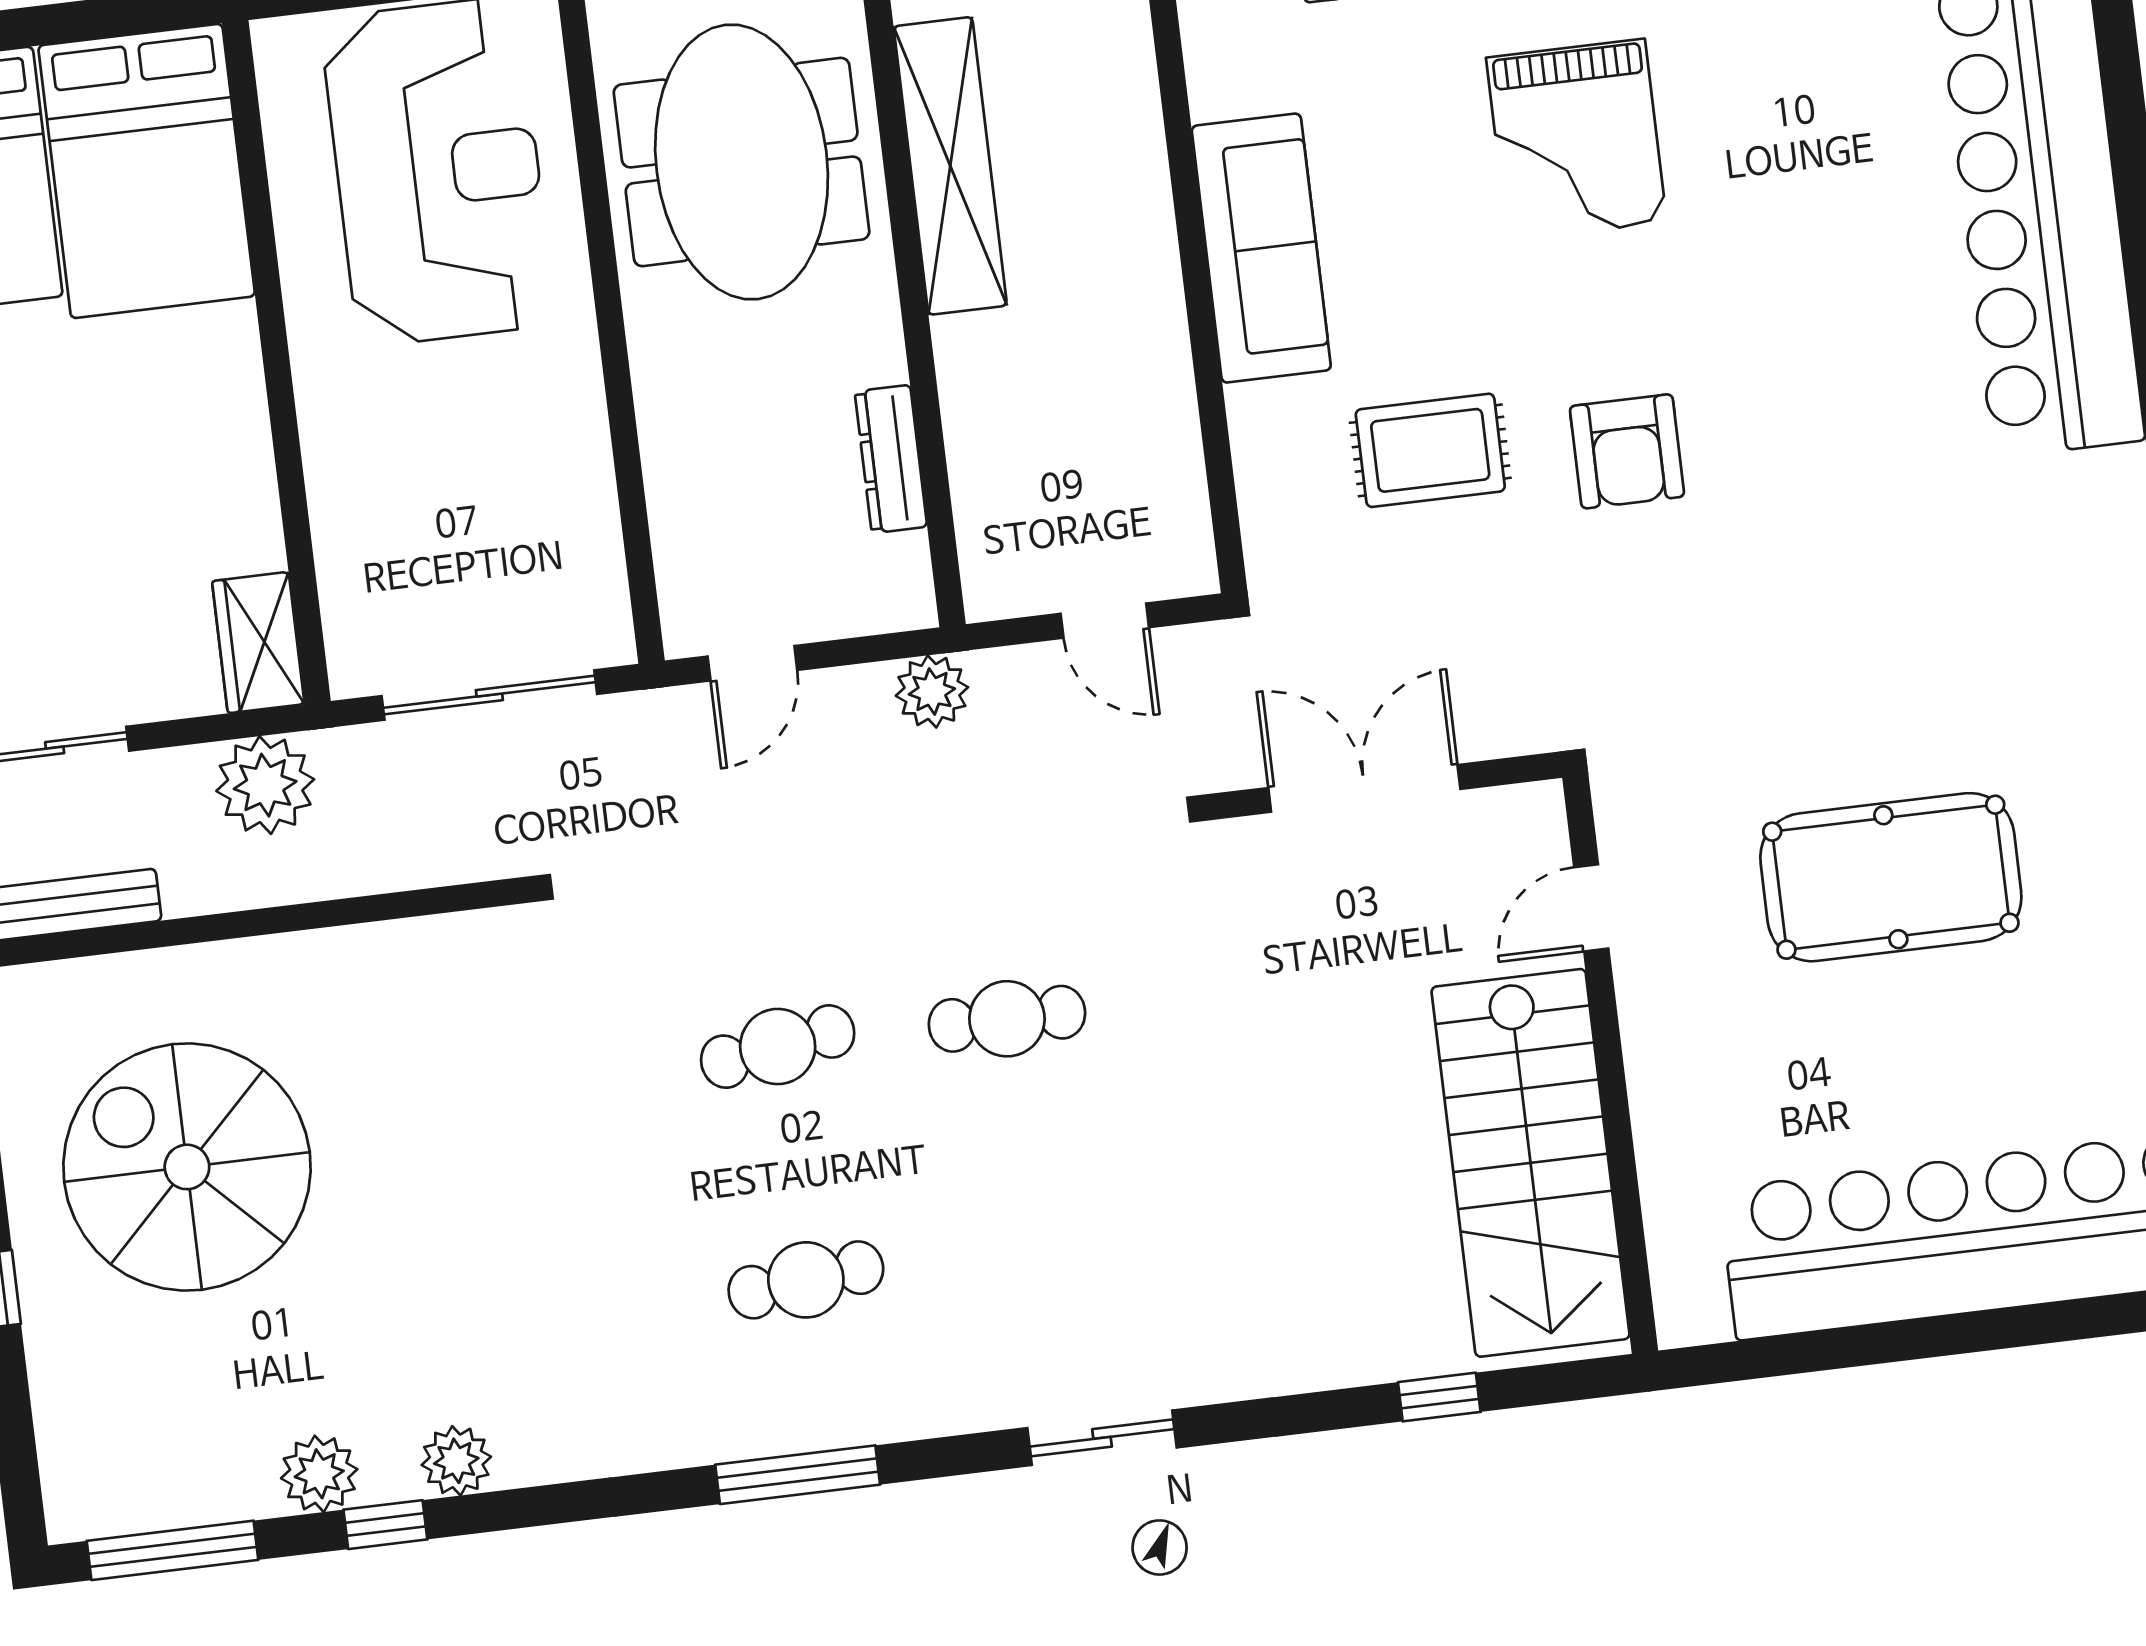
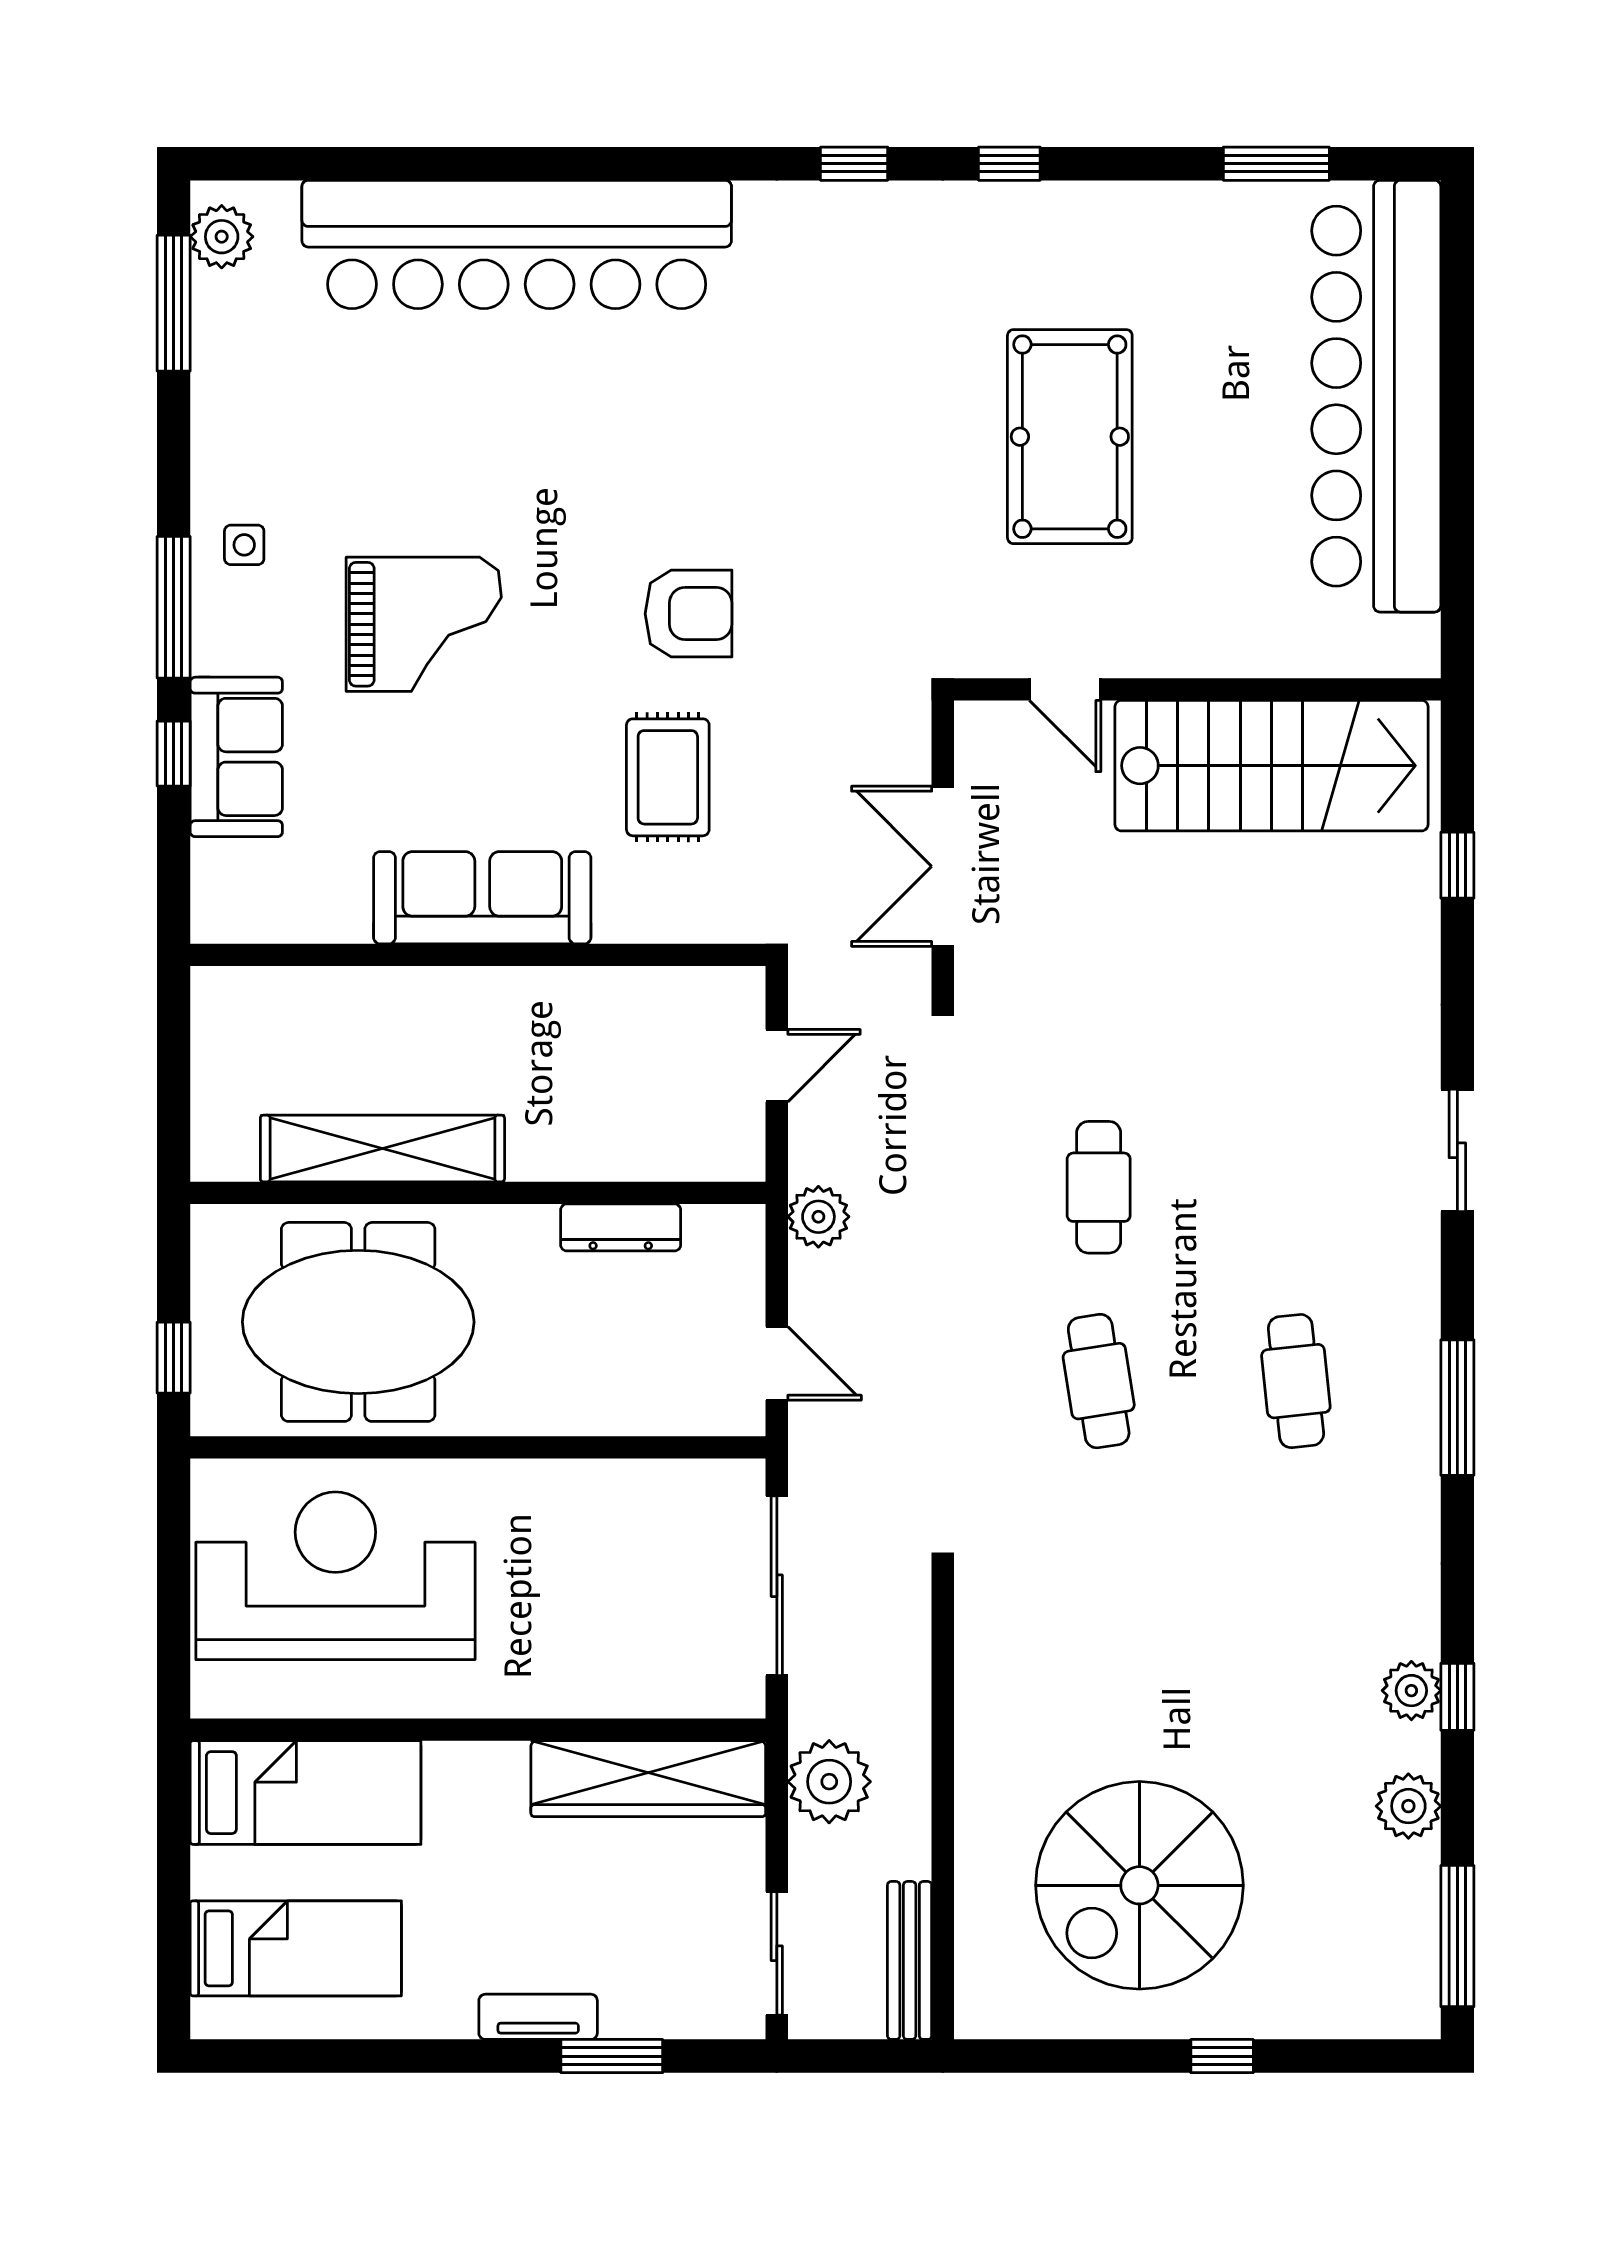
bed: (147, 171) -> (306, 1793), width x0.67
wardrobe: (258, 643) -> (648, 1779), width x2.10, depth x1.17
window: (385, 1525) -> (1457, 1697), moved

